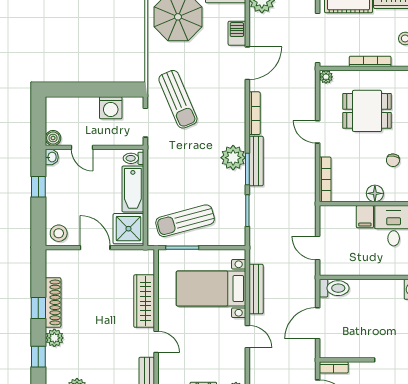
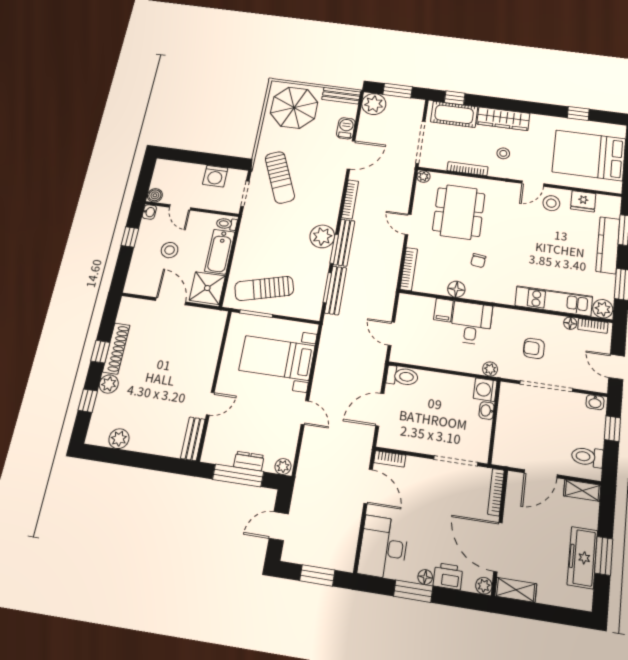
dining table: (367, 111) -> (459, 212), width x1.37
stool: (59, 233) -> (170, 250), moved
bench: (256, 289) -> (336, 290), moved
wardrobe: (144, 301) -> (207, 361), removed
door: (156, 342) -> (210, 404), hinge flipped

